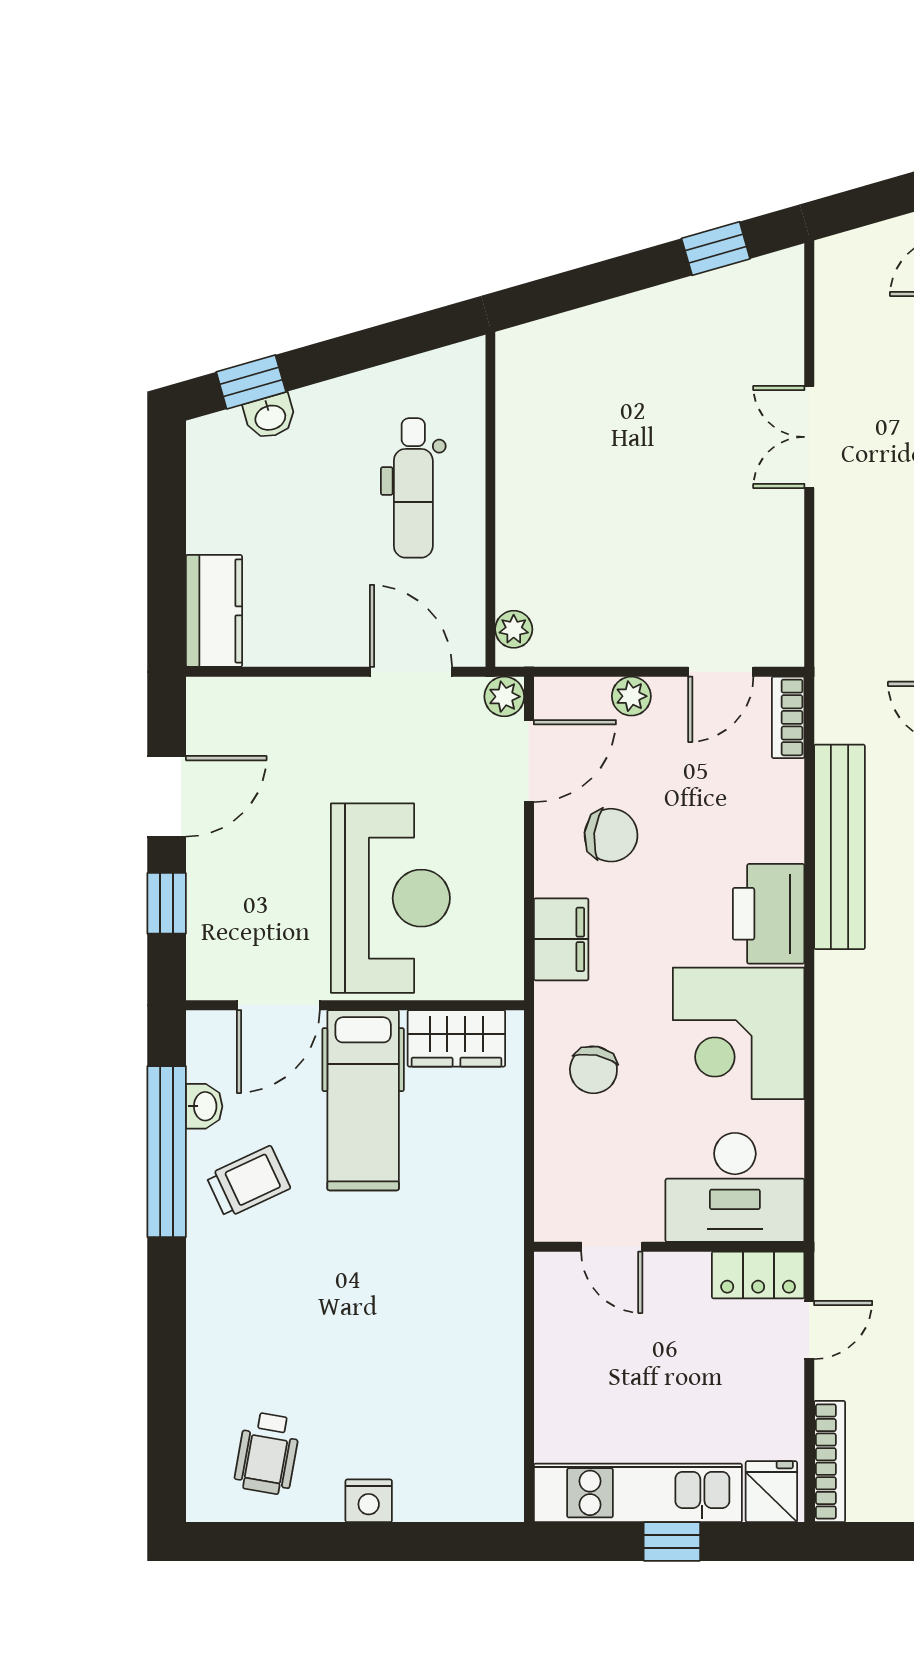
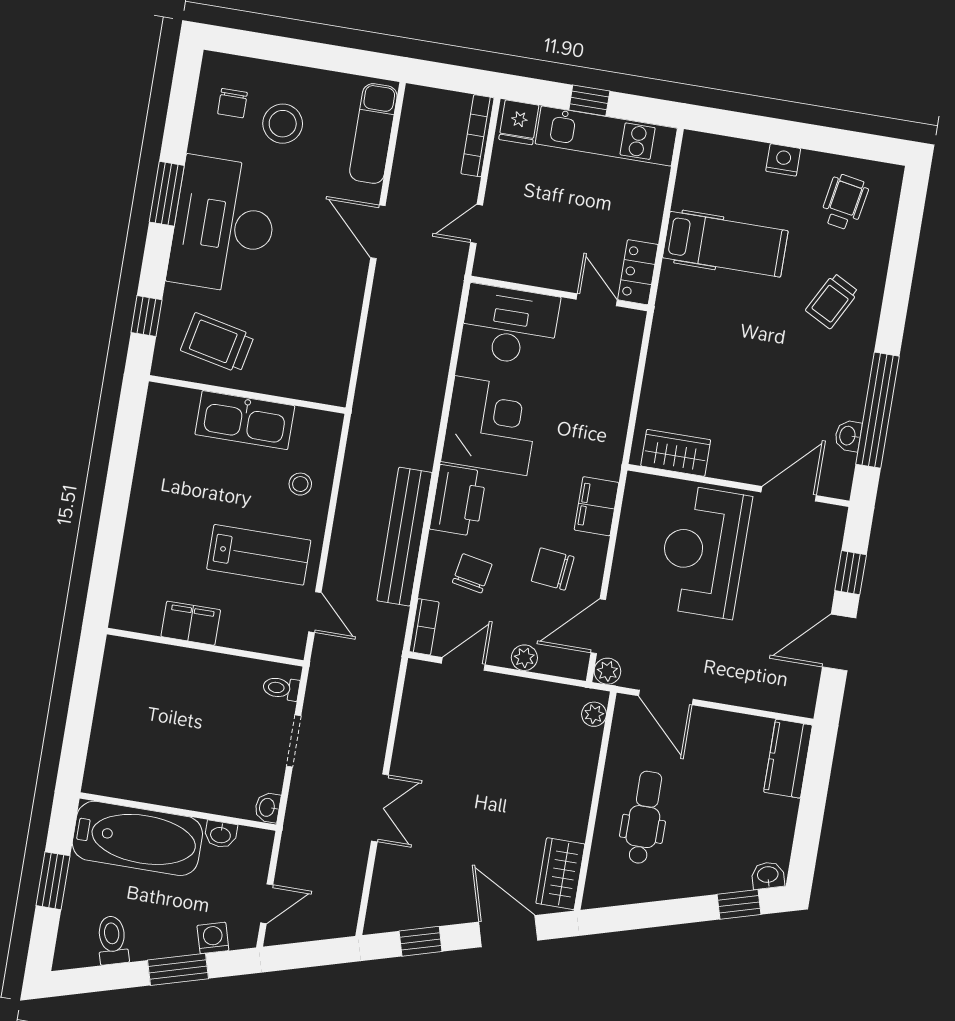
door: (588, 285) -> (508, 931), added
wardrobe: (524, 384) -> (560, 874), added
washbasin: (270, 417) -> (768, 875), moved
chair: (593, 1070) -> (472, 573), moved
hospital bed: (363, 1100) -> (725, 244), moved, turned 90
trolley: (248, 1182) -> (832, 301), moved, turned -37
locker: (758, 1275) -> (638, 272), moved, turned -90

